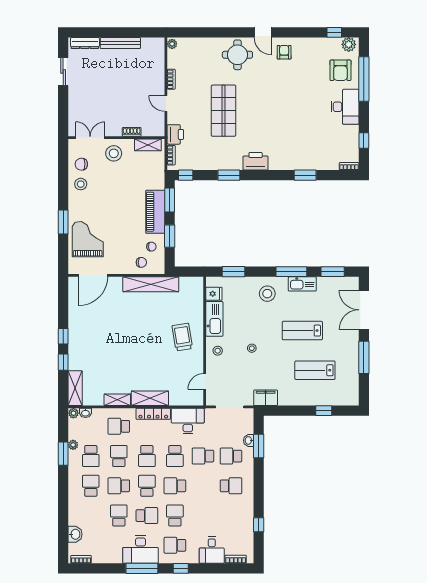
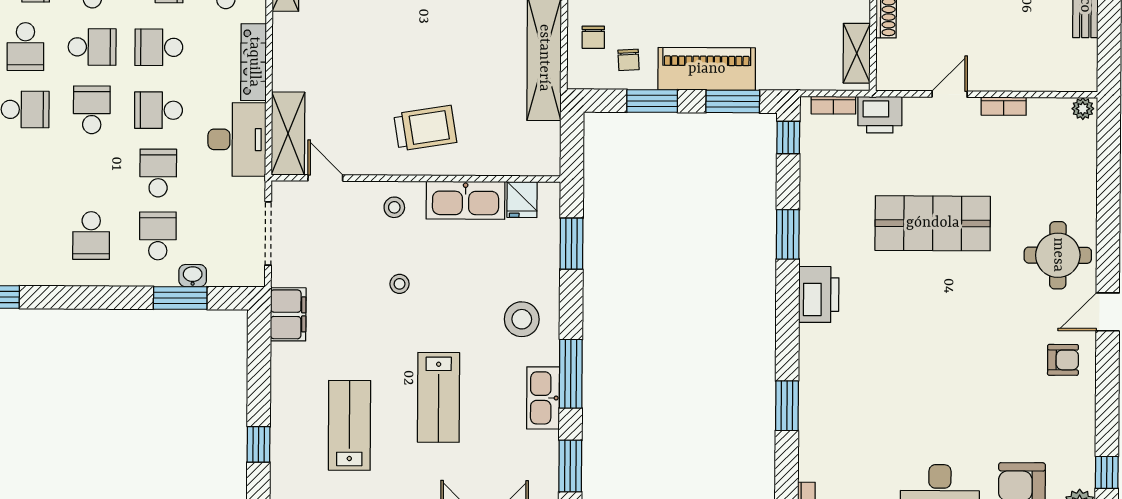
lab bench: (302, 331) -> (438, 397), turned 180
shelving: (150, 398) -> (288, 133), moved

